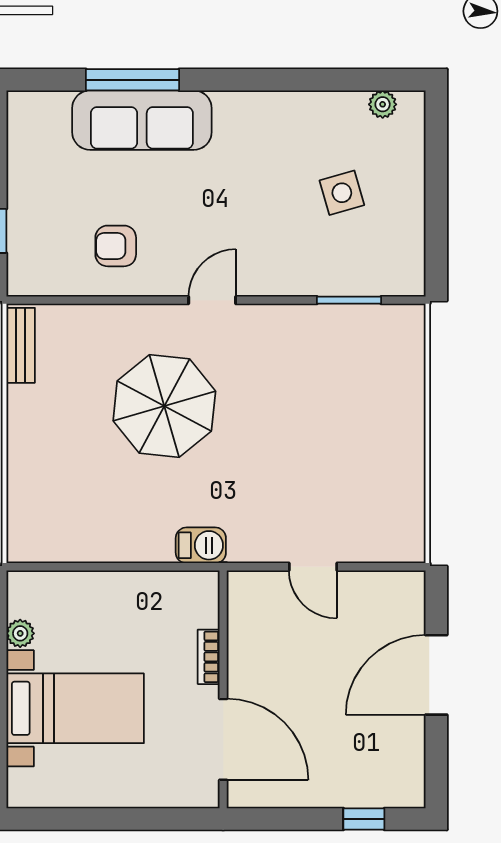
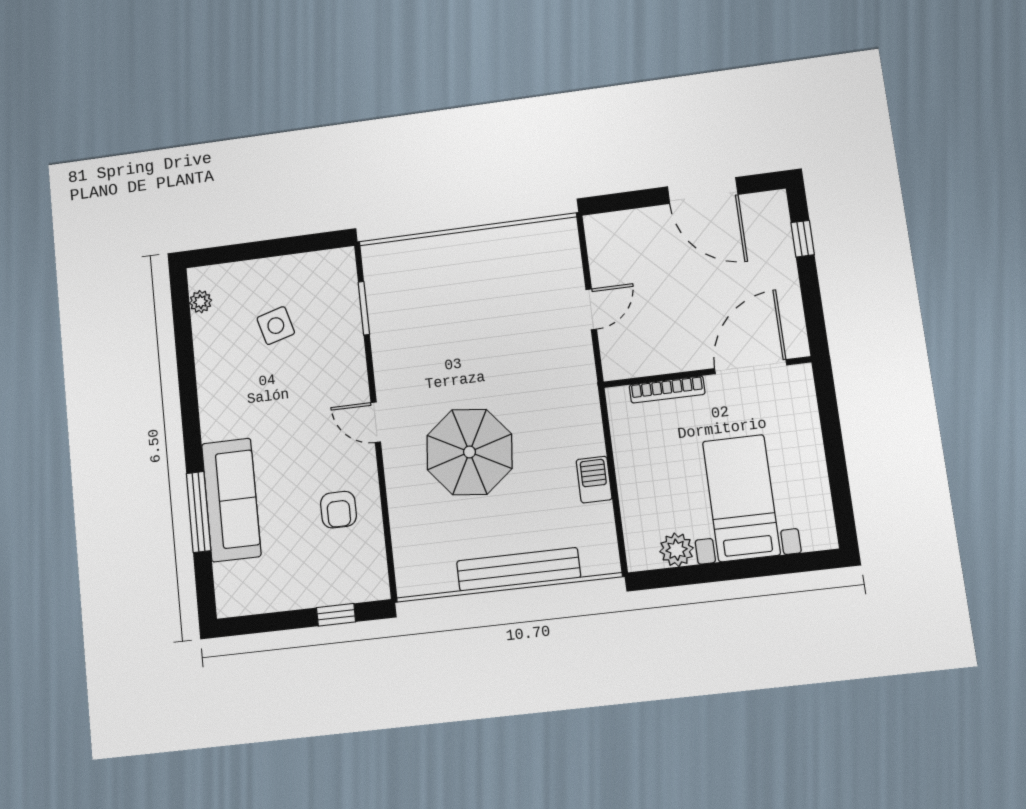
bench: (21, 345) -> (518, 569), moved, width x1.86, depth x1.21
barbecue: (201, 545) -> (594, 480), moved
plant: (20, 633) -> (677, 550), width x1.38, depth x1.38
bookcase: (209, 657) -> (667, 390), width x1.56
door: (436, 675) -> (703, 191), moved

